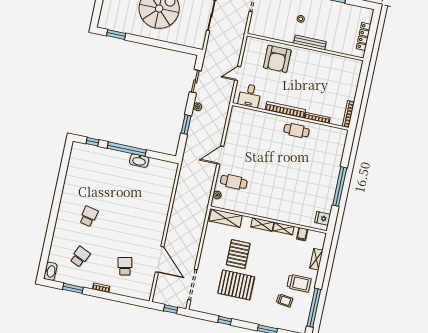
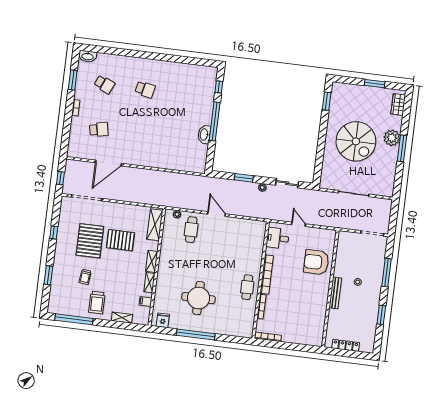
round table: (303, 180) -> (199, 298), added
trolley: (284, 301) -> (85, 277), moved

